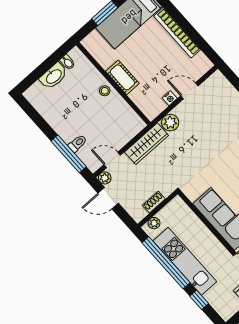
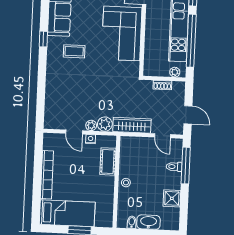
cot: (122, 77) -> (108, 161), moved
shower: (53, 115) -> (172, 198), added
plant: (105, 178) -> (91, 125), moved

